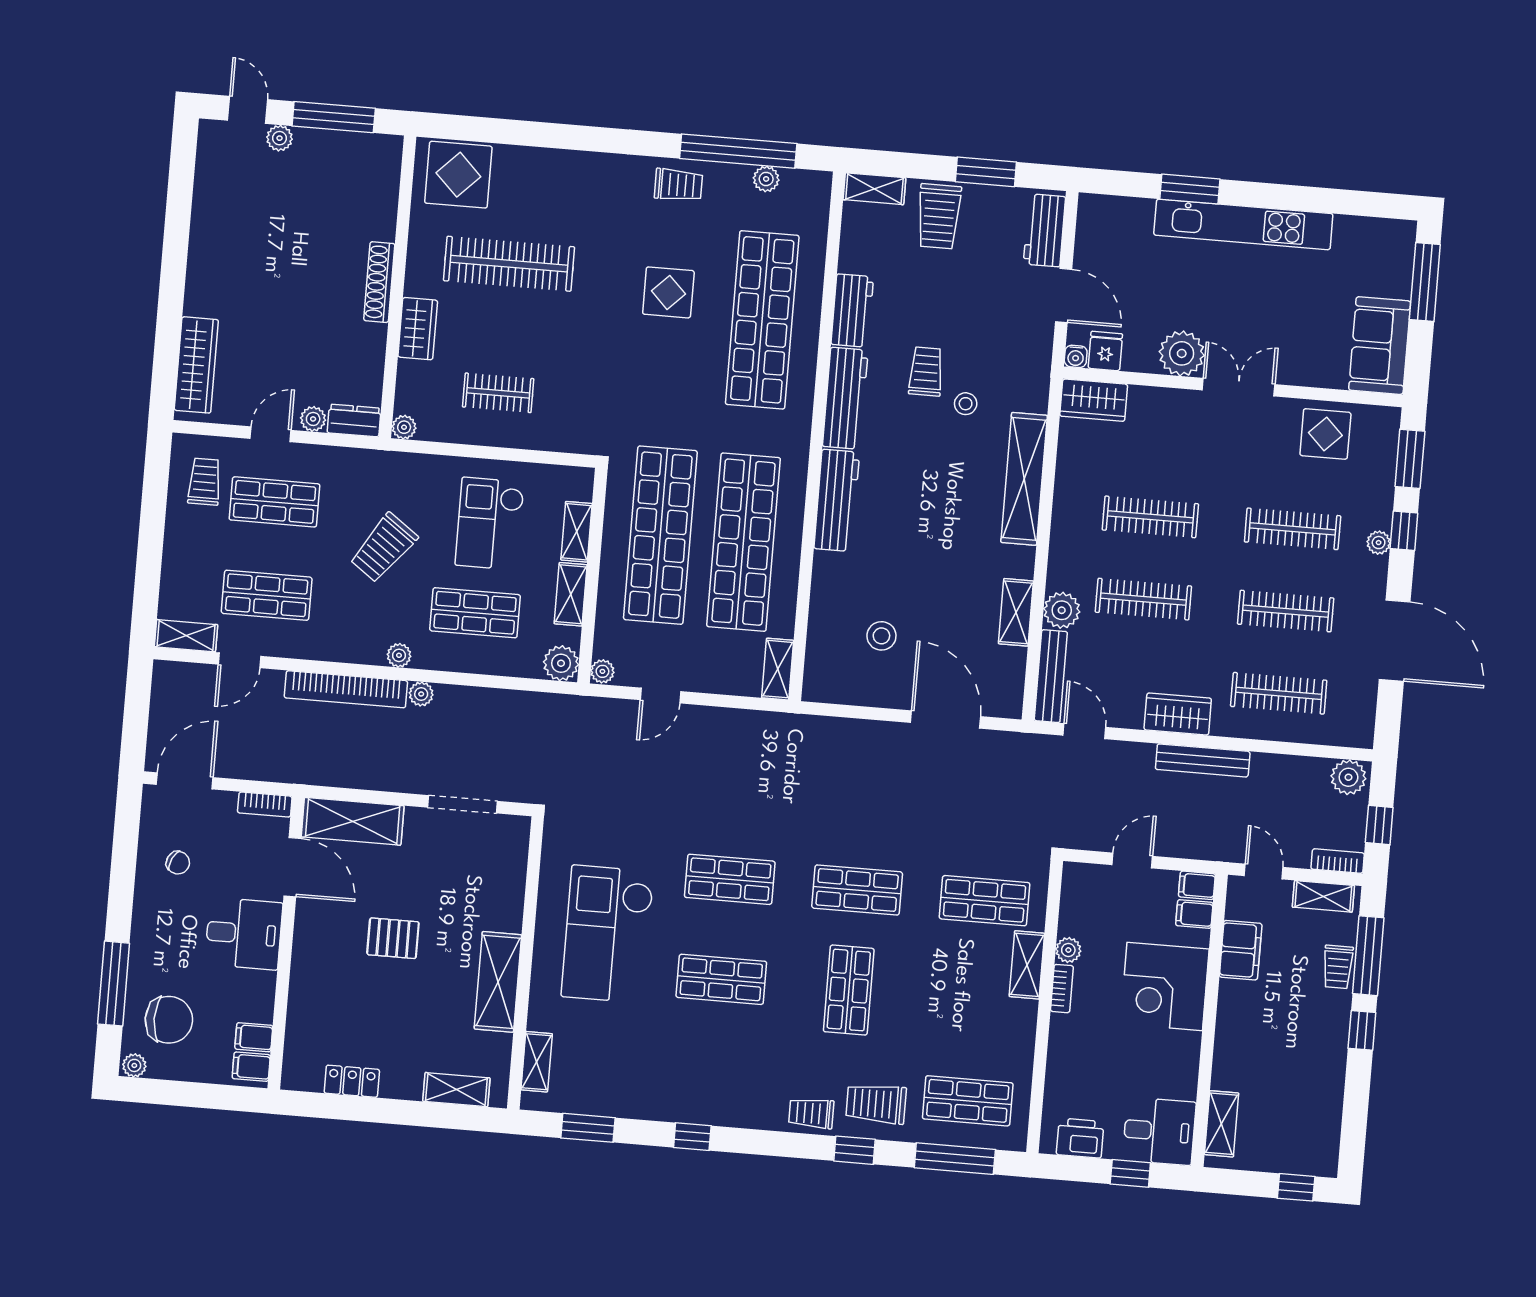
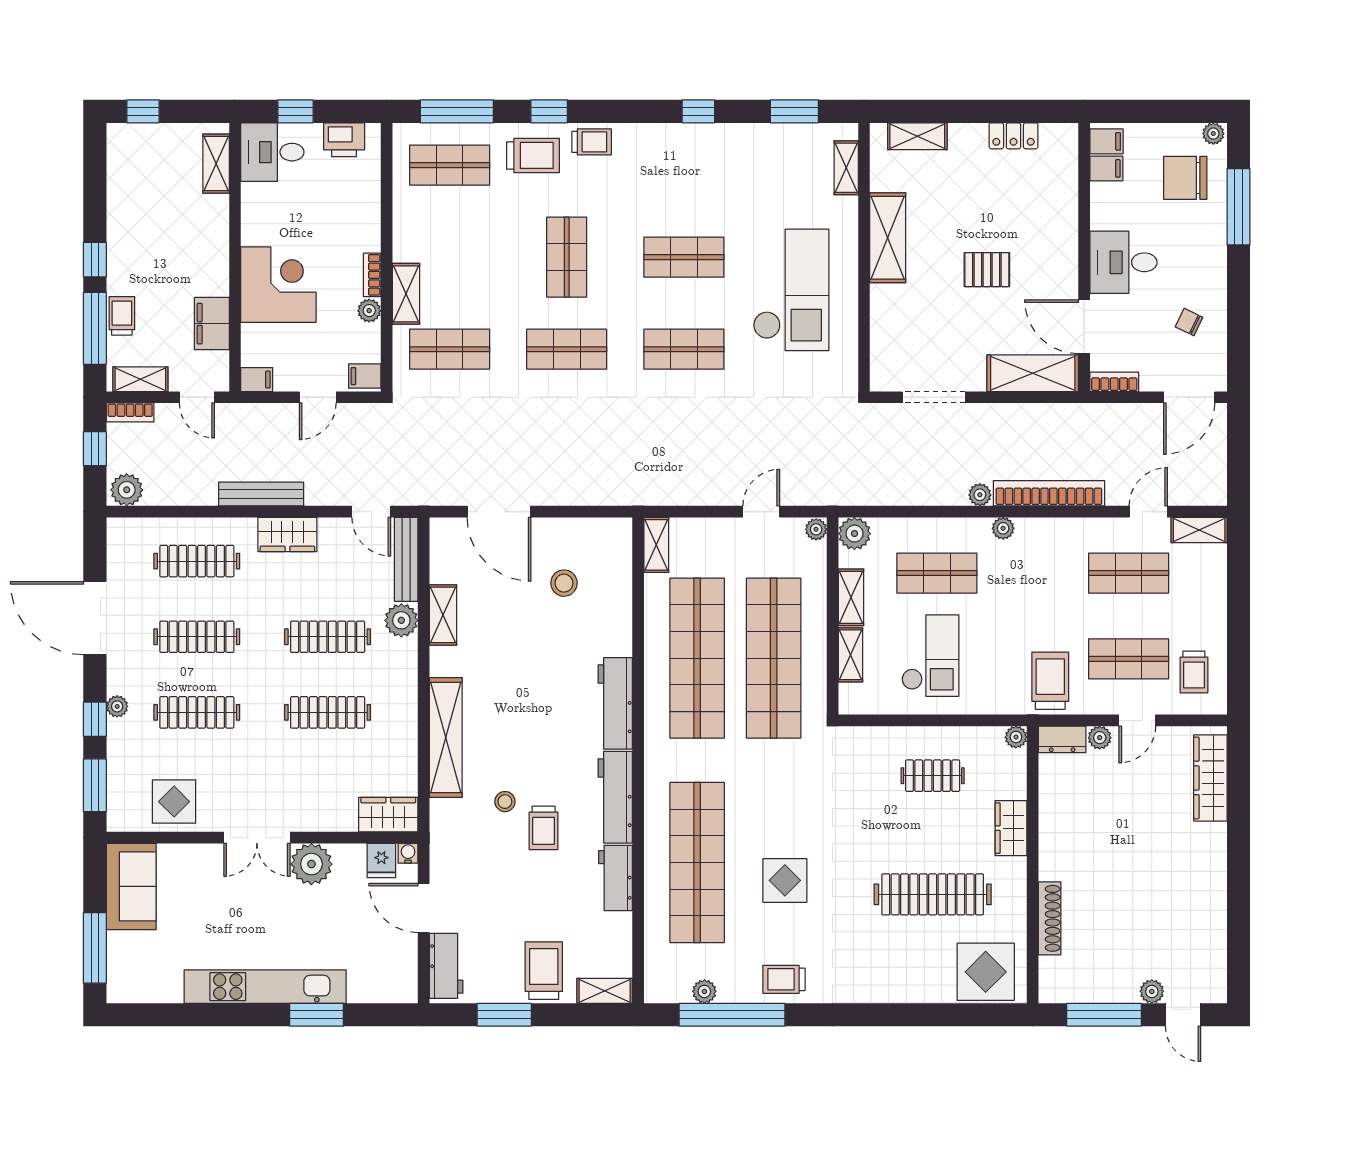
shoe rack: (379, 282) -> (1050, 918), moved
trolley: (384, 548) -> (1050, 681), moved, turned -36
filing cabinet: (1194, 914) -> (365, 376), moved, turned 180

